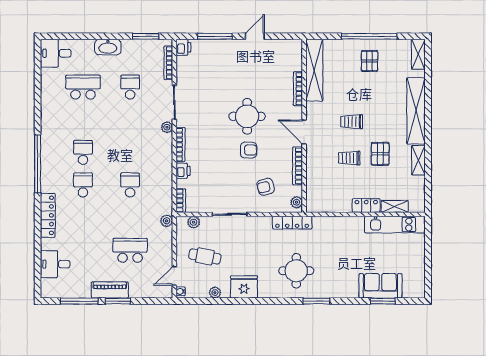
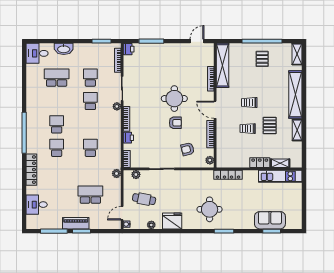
door: (255, 36) -> (197, 41), moved
washbasin: (108, 47) -> (64, 49), moved
school desk: (130, 120) -> (90, 101), added
locker: (292, 223) -> (228, 175), moved

